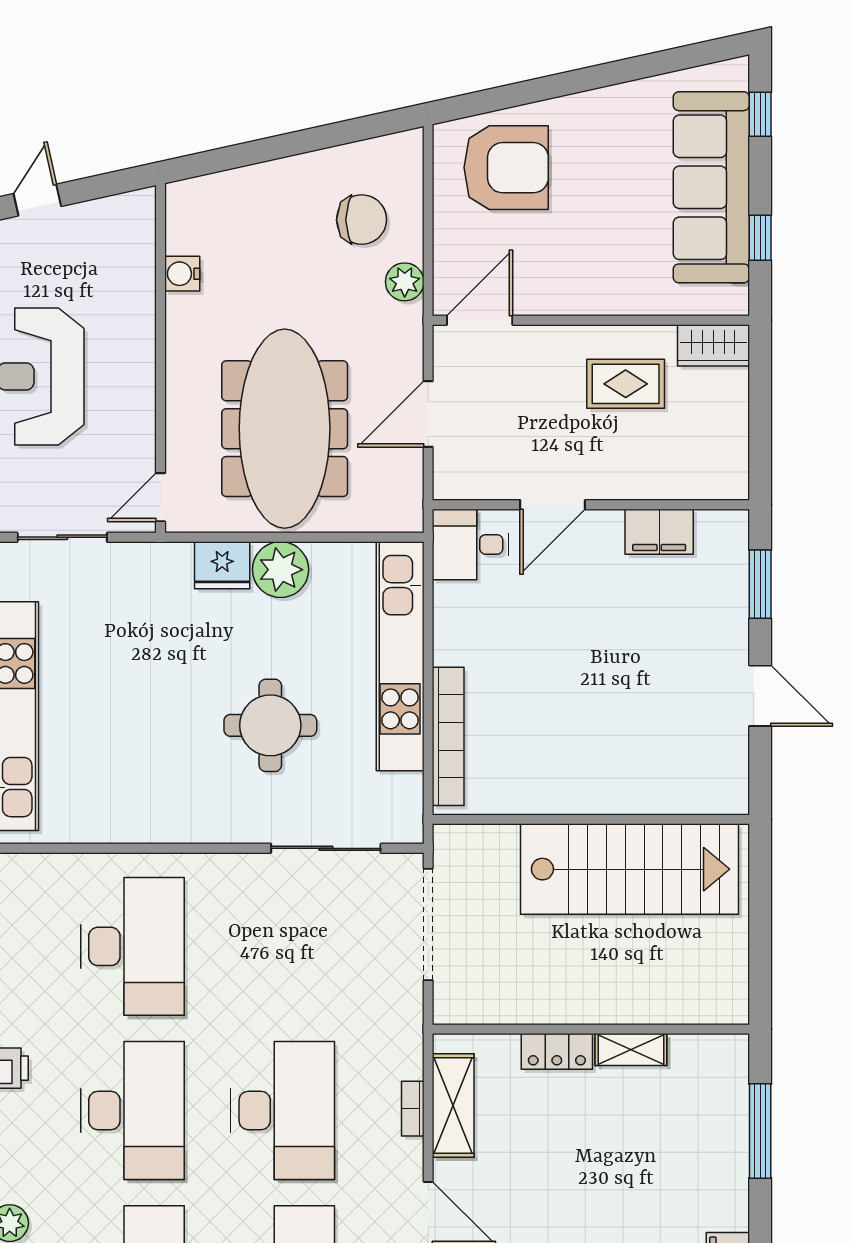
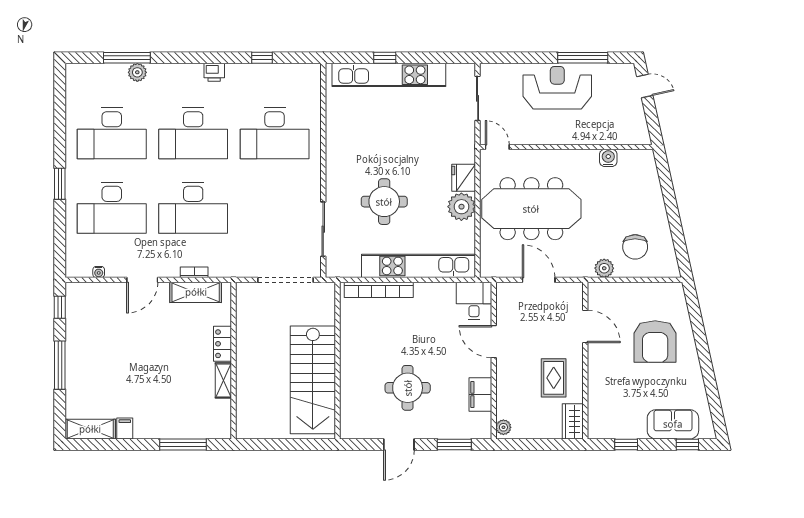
armchair: (506, 168) -> (655, 342), moved
sofa: (711, 187) -> (673, 424), width x0.54, depth x0.79
door: (480, 320) -> (585, 326), moved
plant: (725, 485) -> (503, 427), added
round table: (646, 678) -> (408, 388), added

